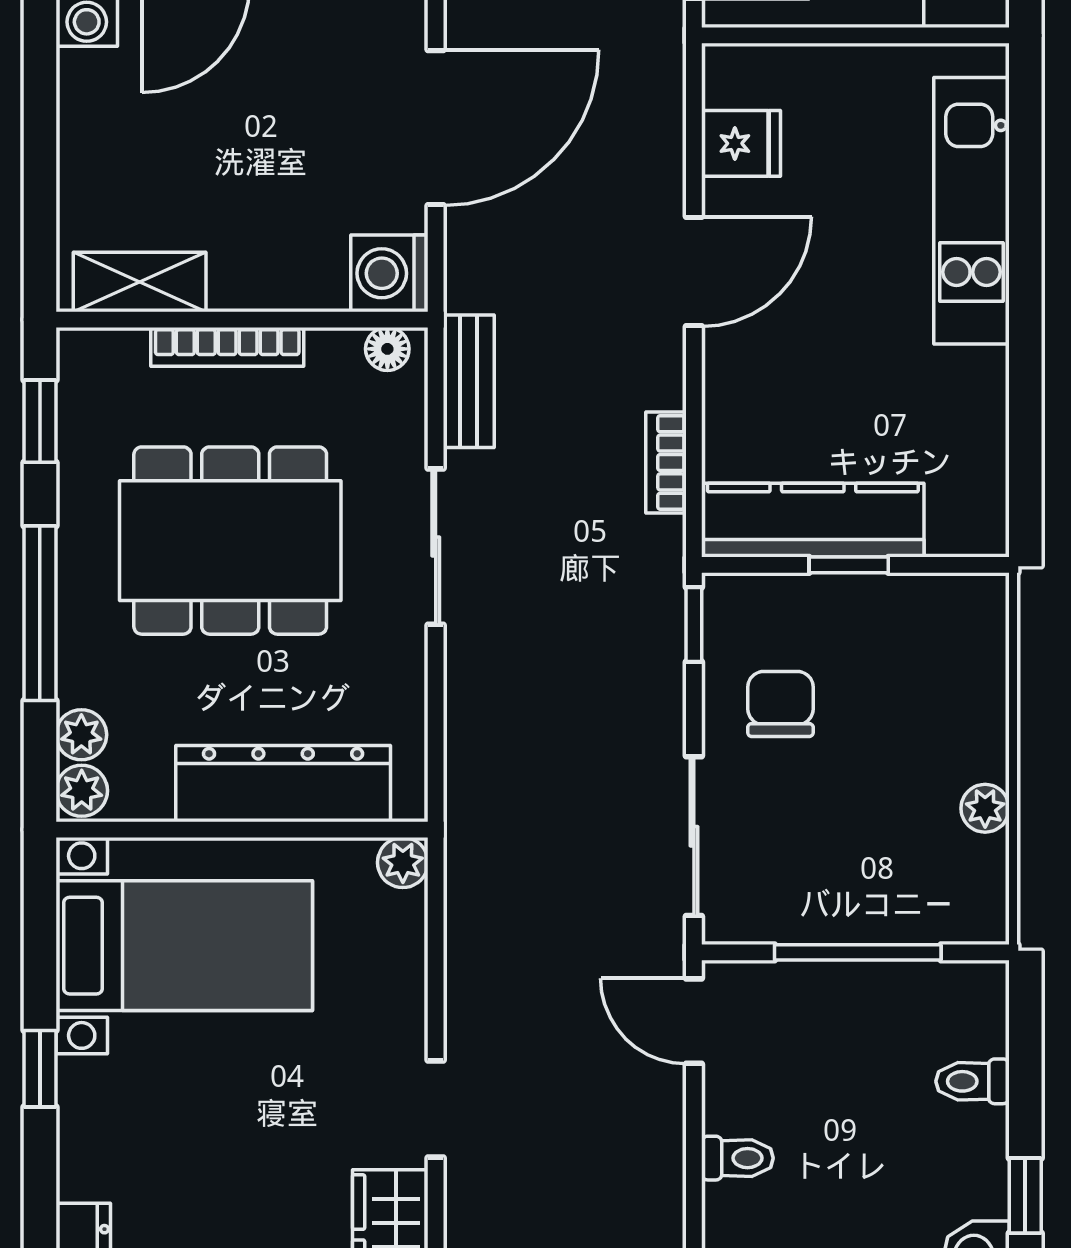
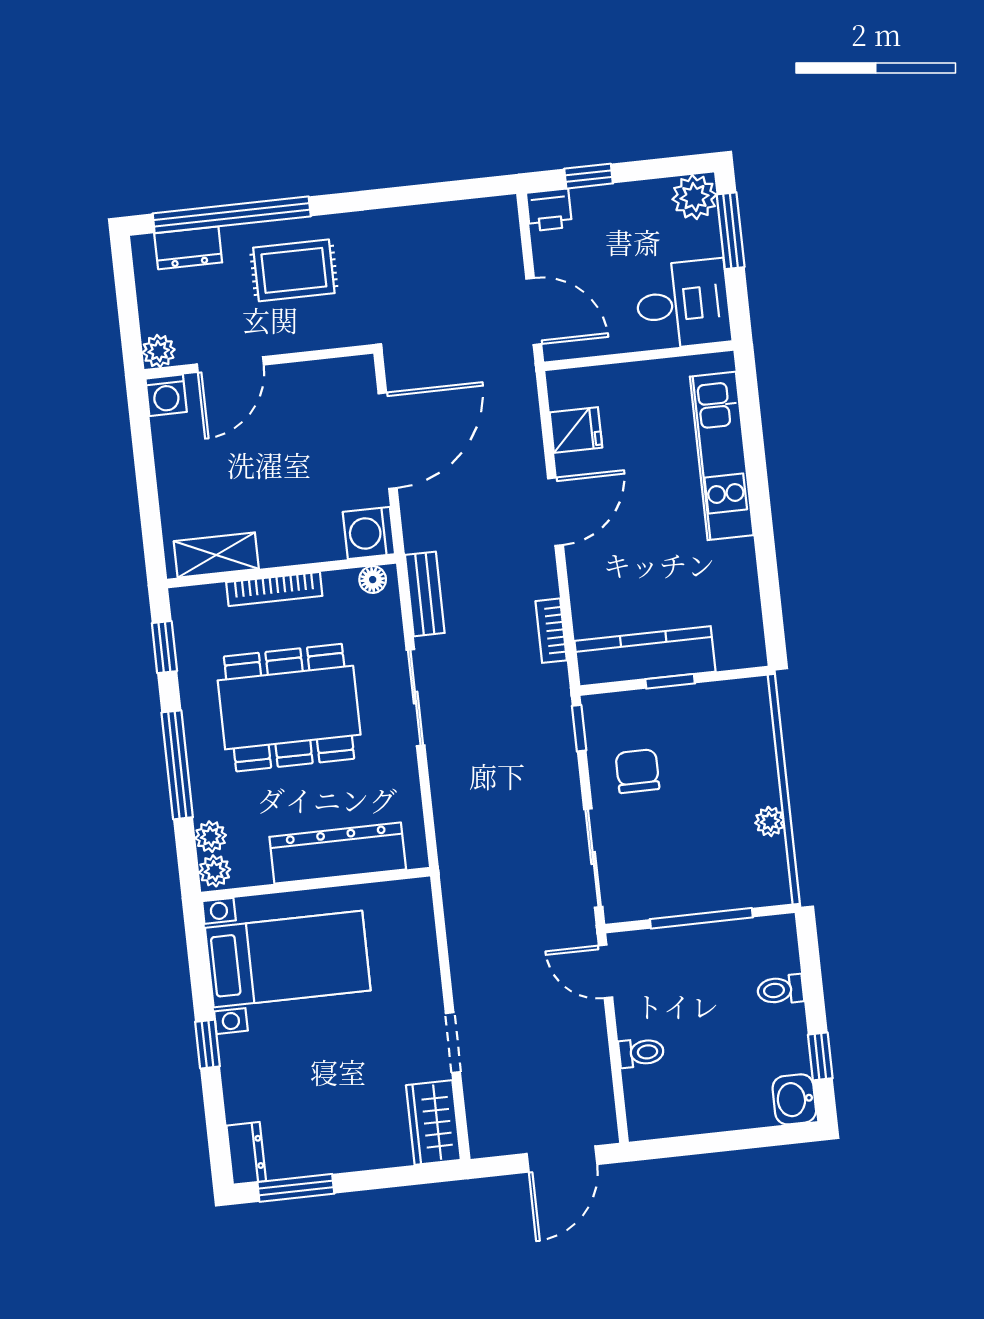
plant: (403, 863) -> (416, 894), removed

